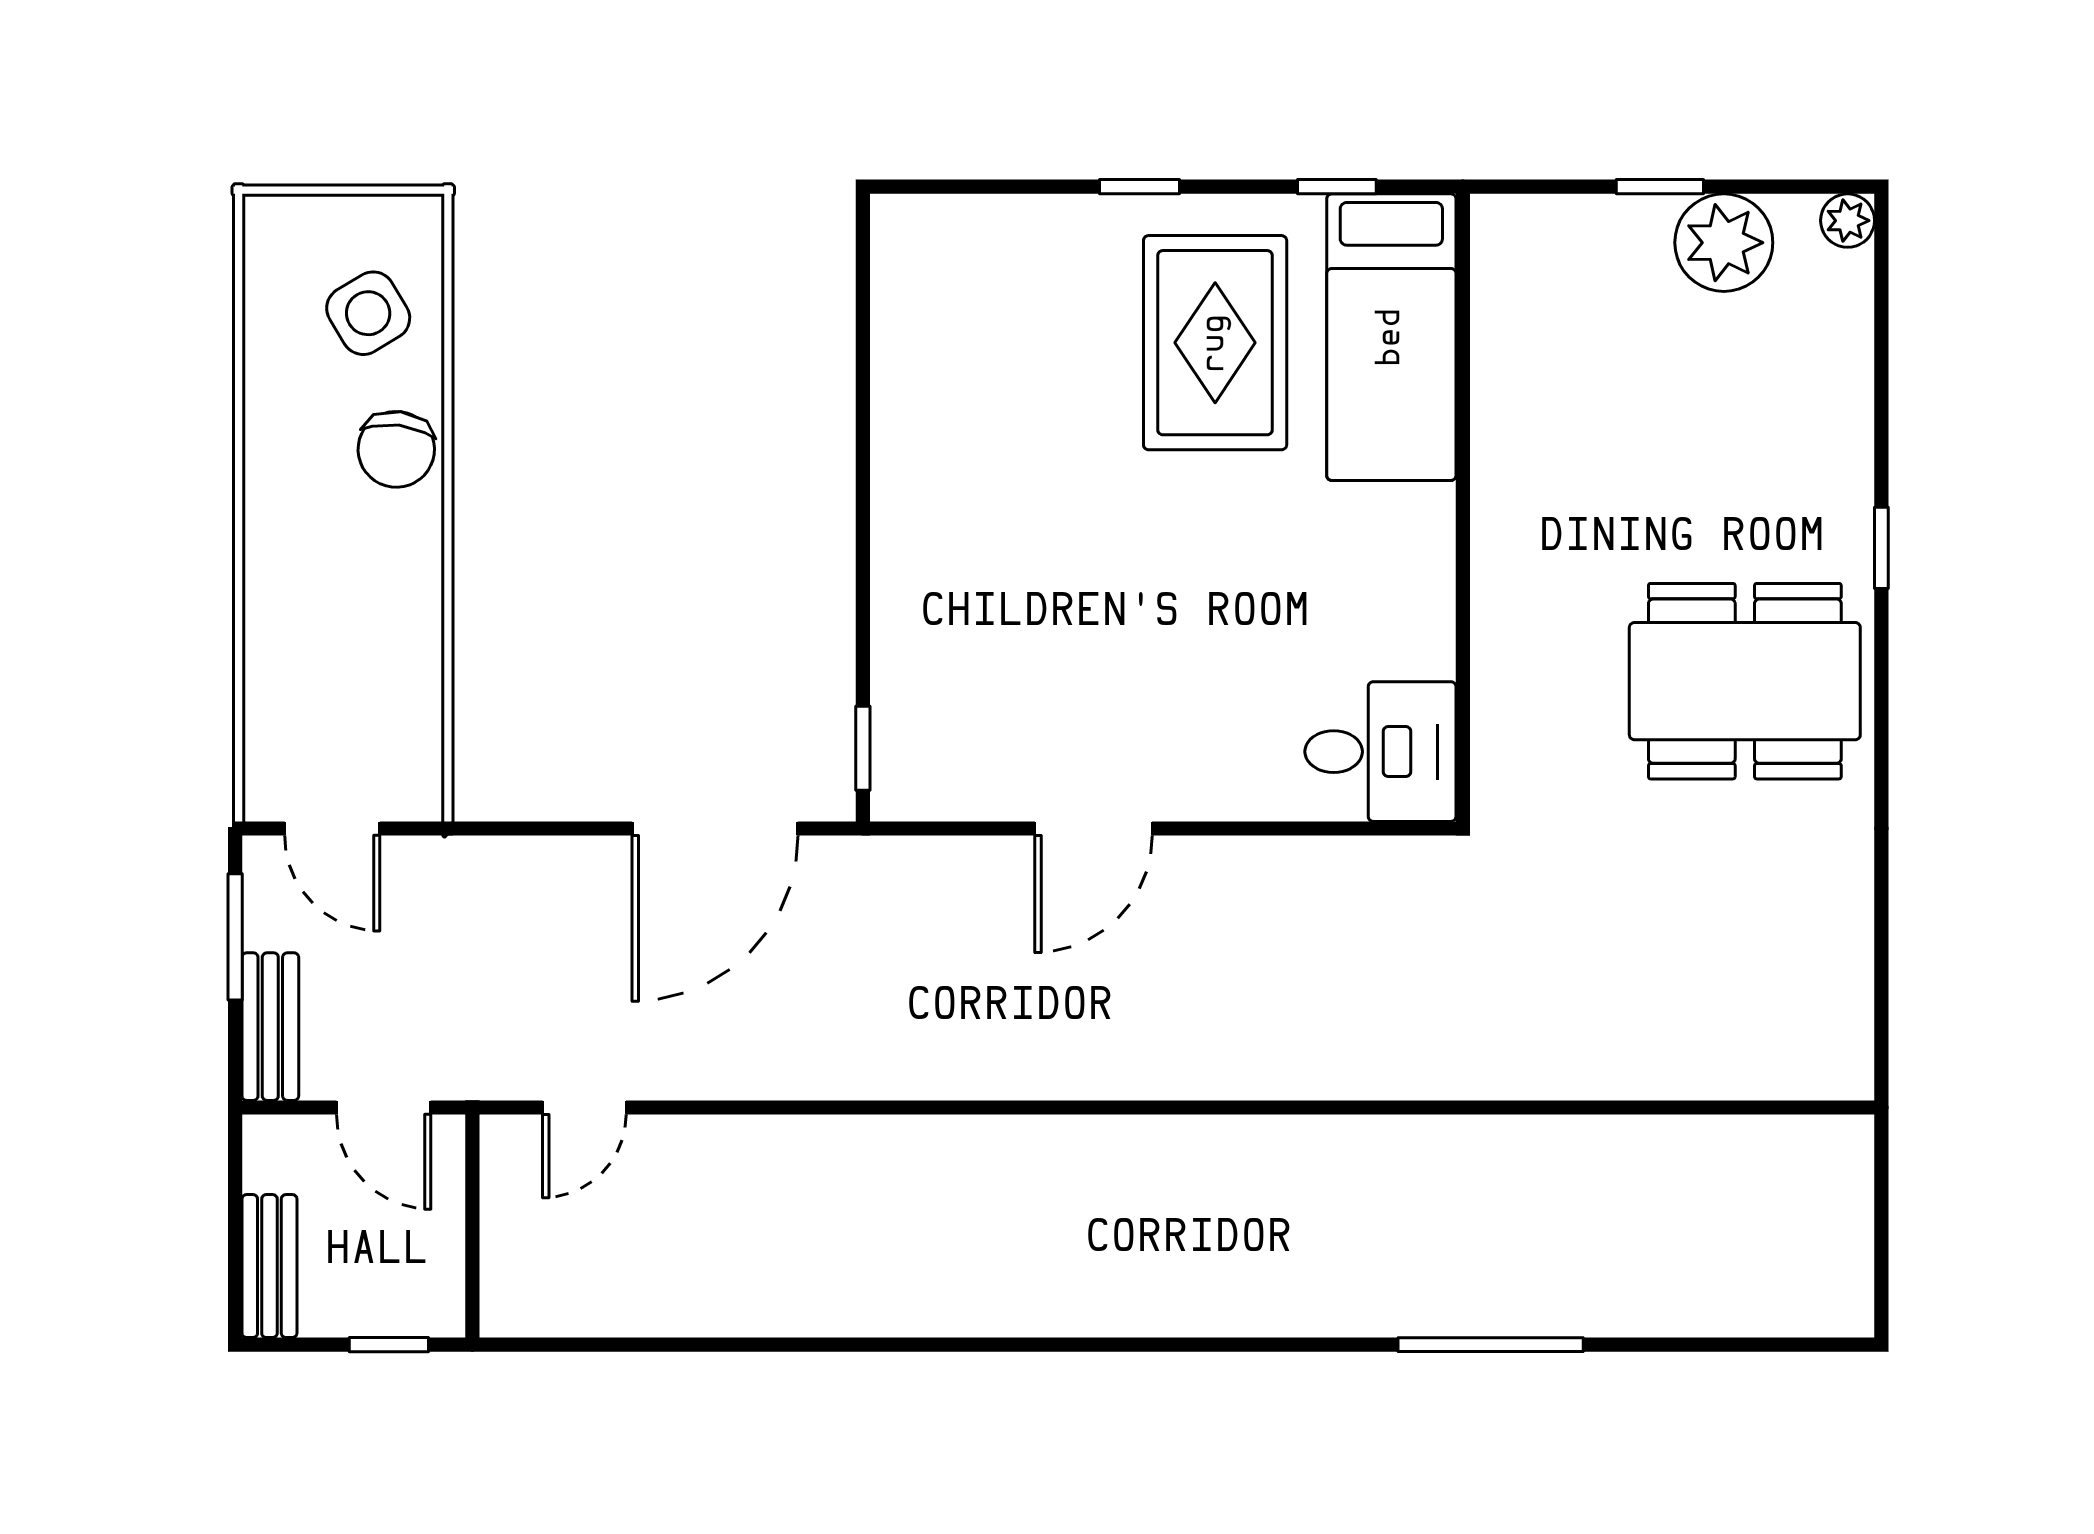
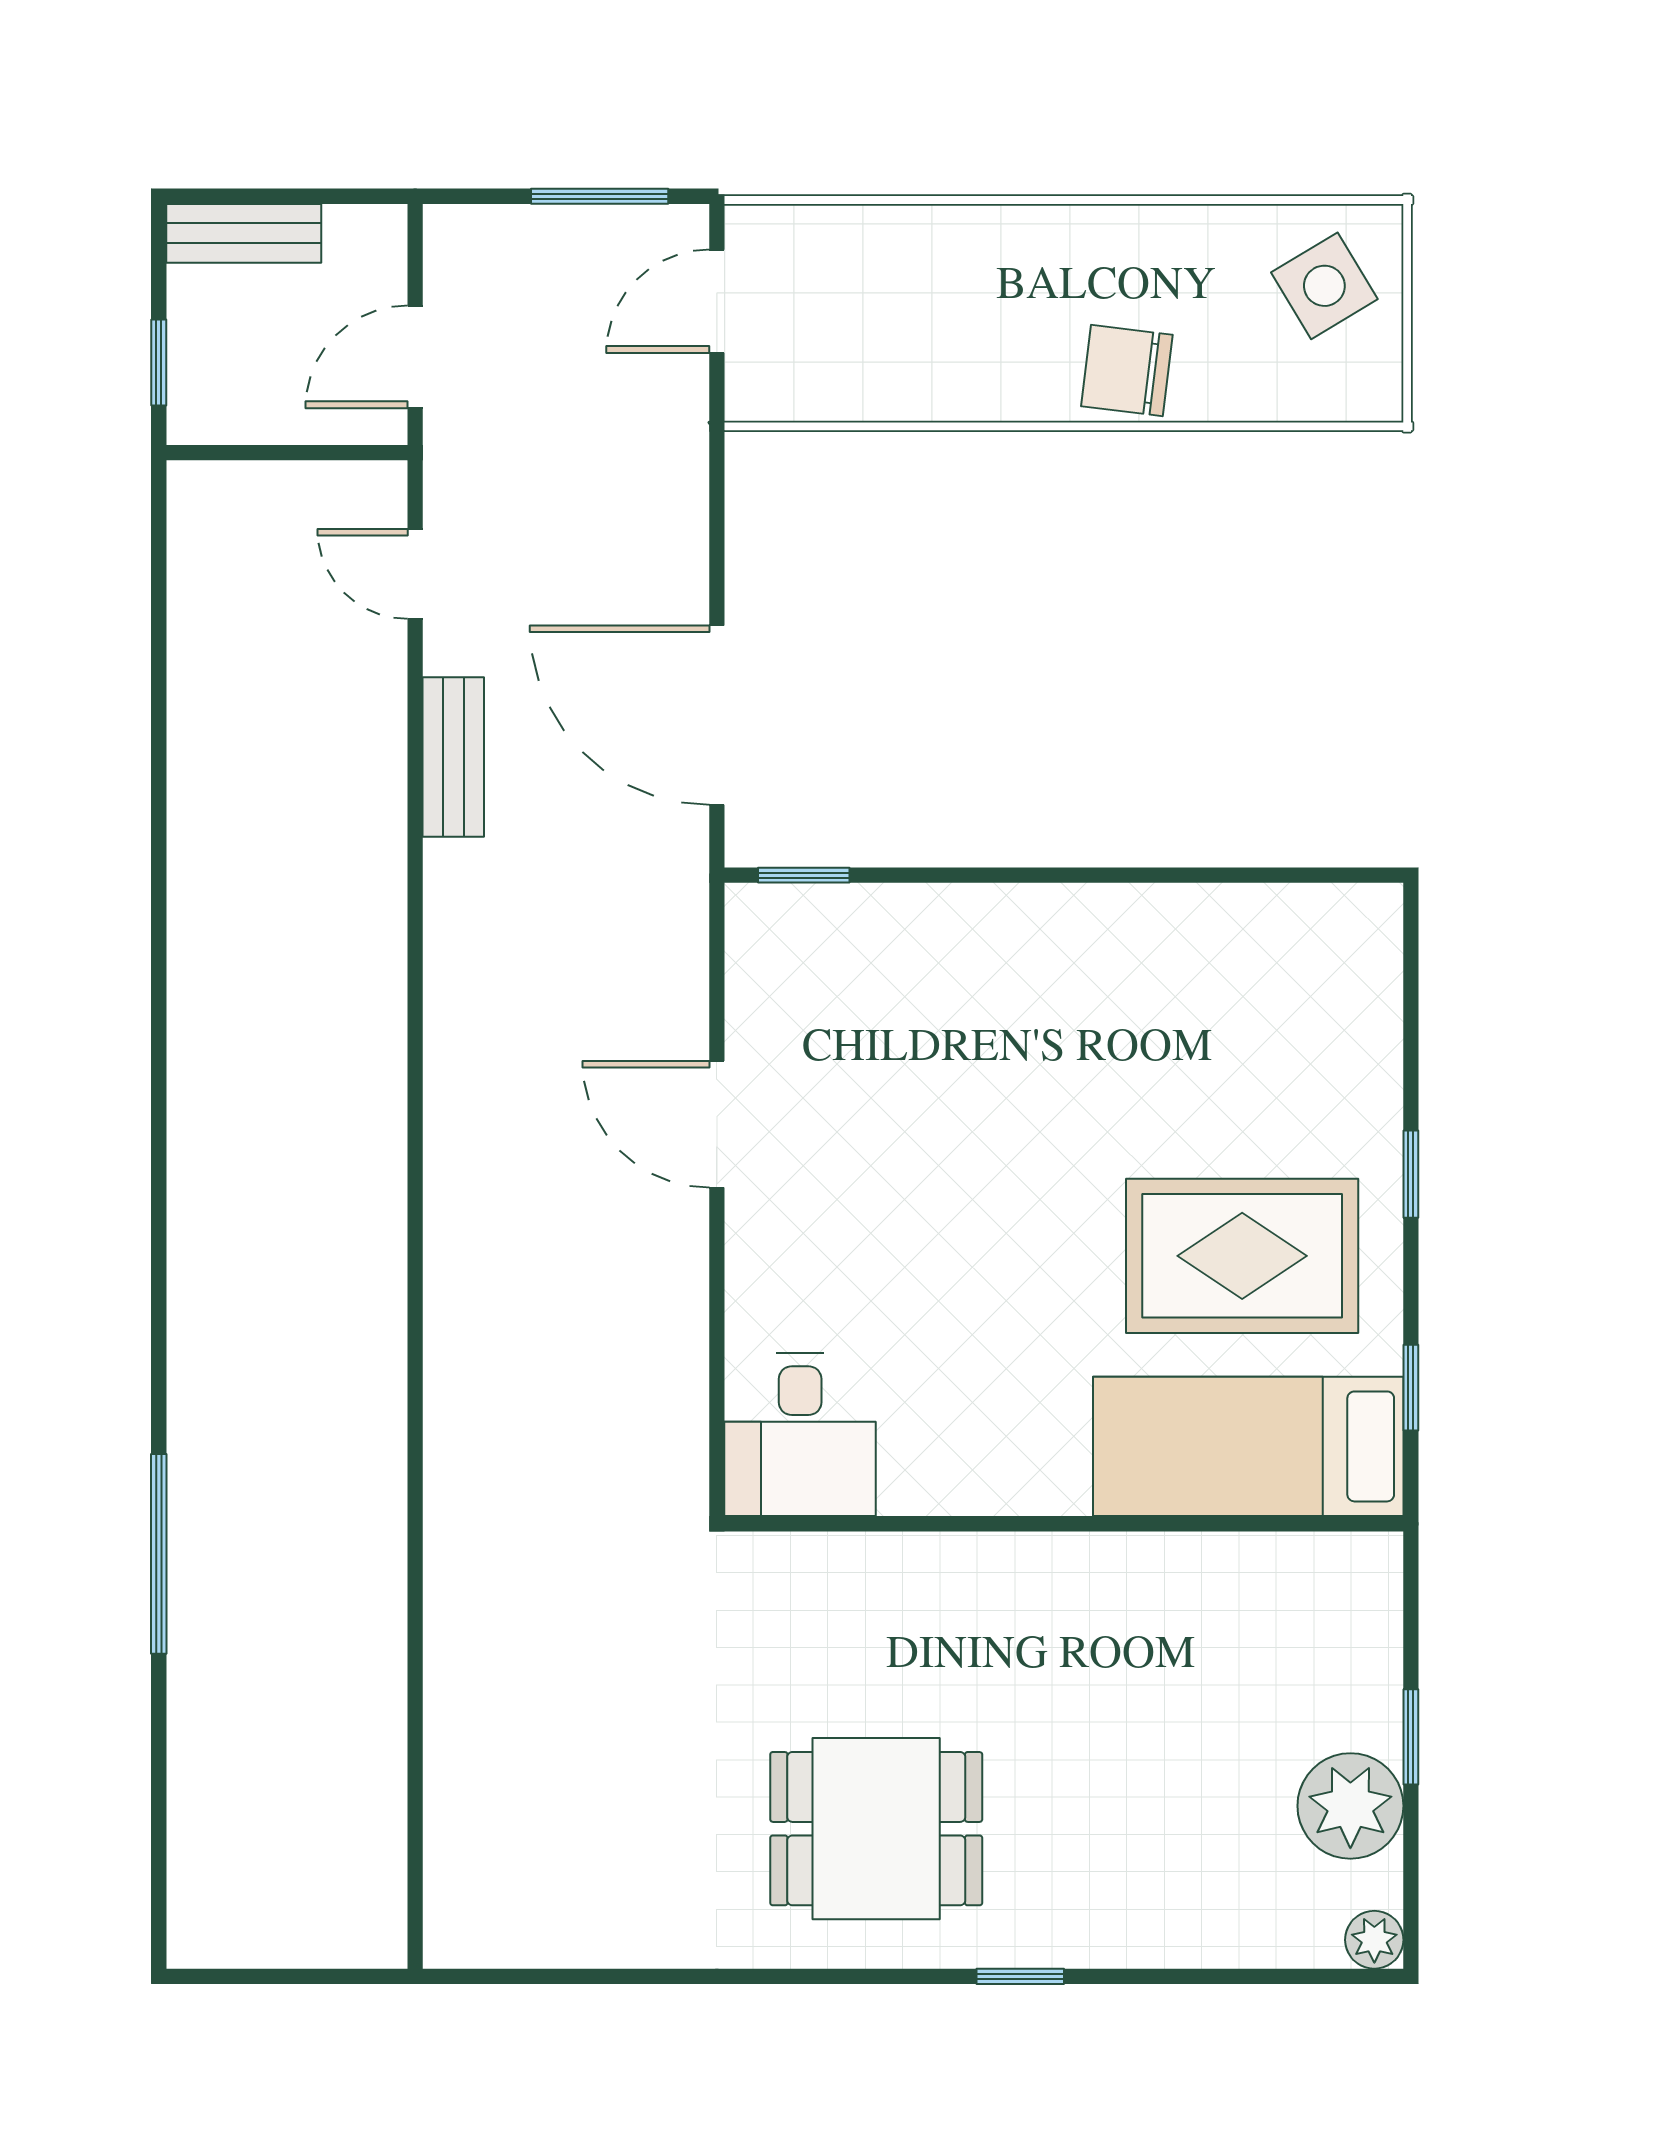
side table: (368, 313) -> (1324, 286), moved
dining table: (1745, 681) -> (876, 1829), width x0.73
bench: (270, 1027) -> (453, 757), moved, turned 90

